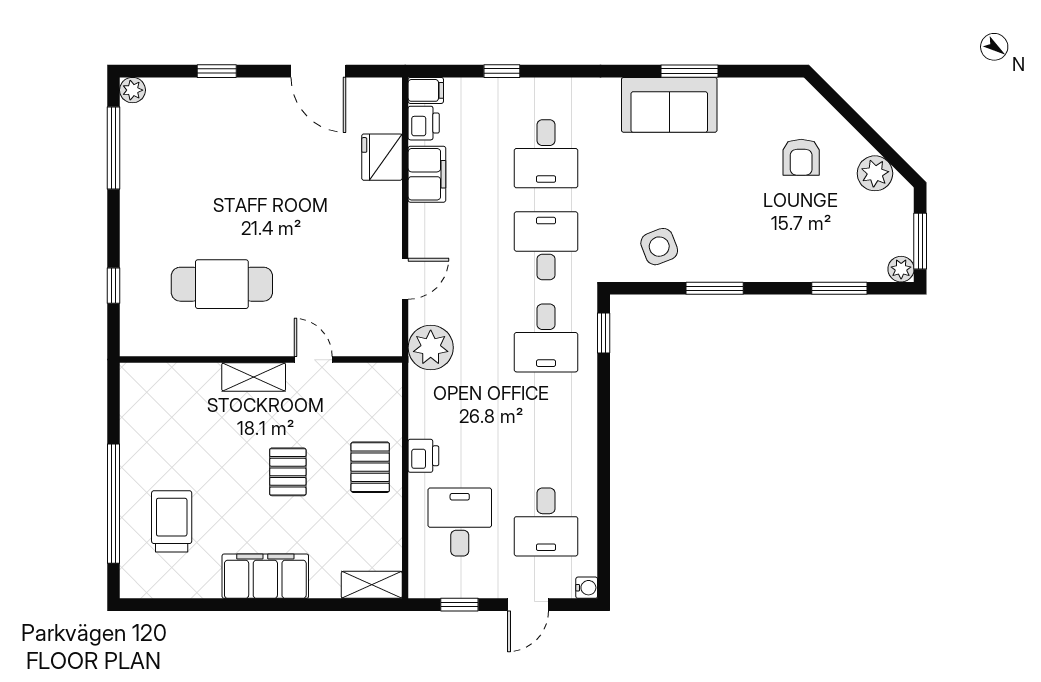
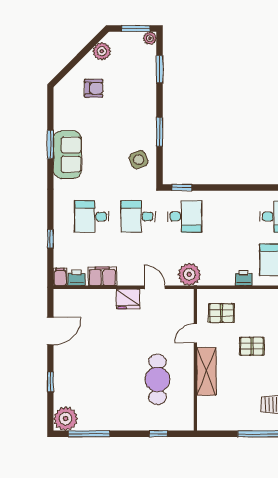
plant: (133, 90) -> (66, 419), width x1.87, depth x1.87
desk: (546, 154) -> (92, 217), turned 180
fridge: (382, 157) -> (128, 299), moved
shelving: (254, 377) -> (206, 371), width x1.50, depth x1.33
pallet: (370, 467) -> (221, 313), moved

